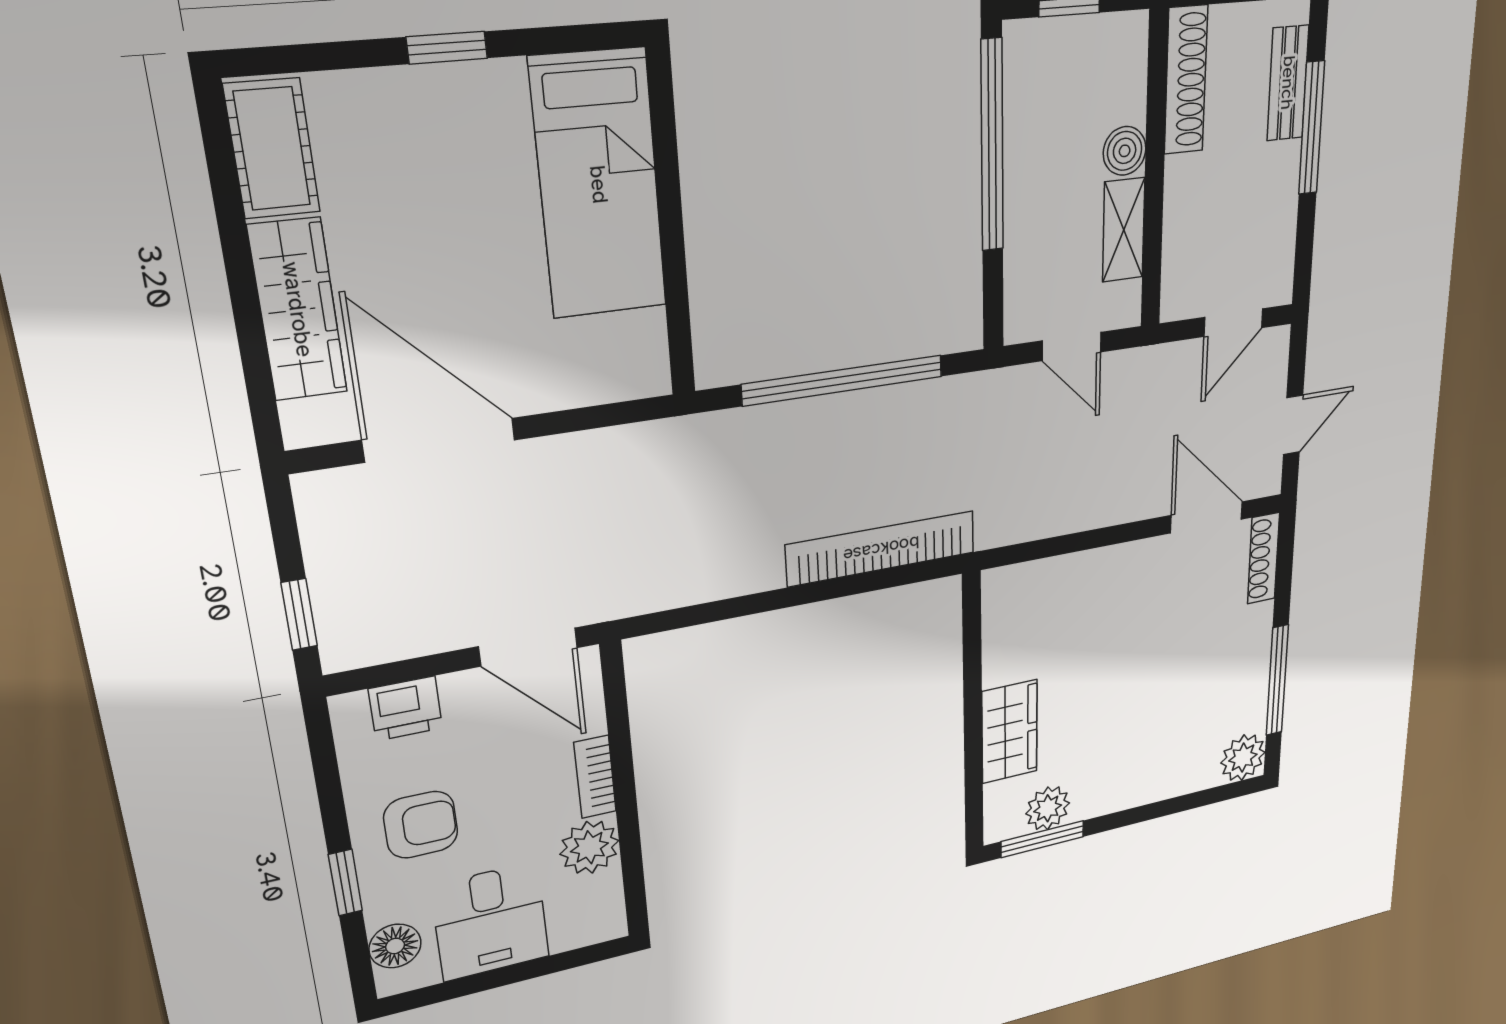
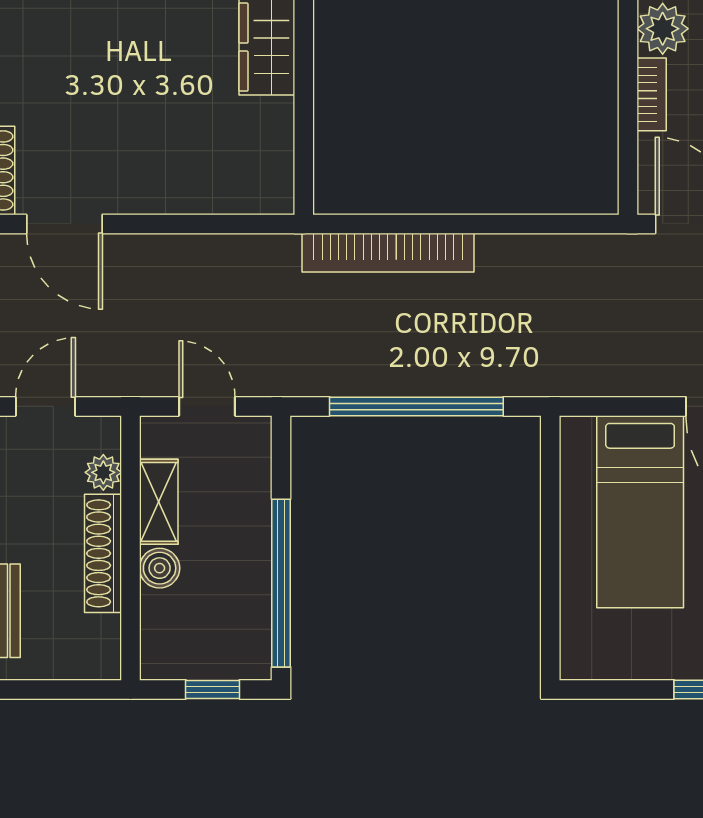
shoe rack: (1186, 80) -> (103, 553), moved
bed: (599, 185) -> (640, 512), moved, turned 180
plant: (1179, 257) -> (103, 472), added

